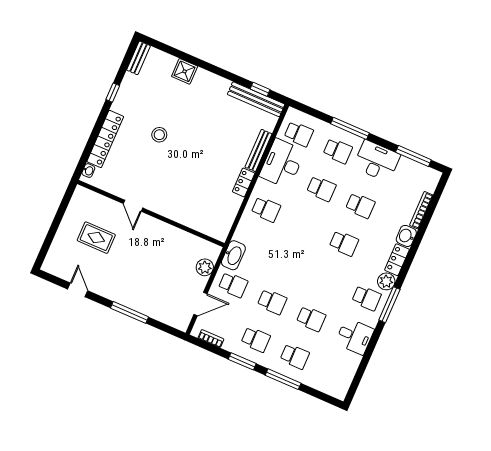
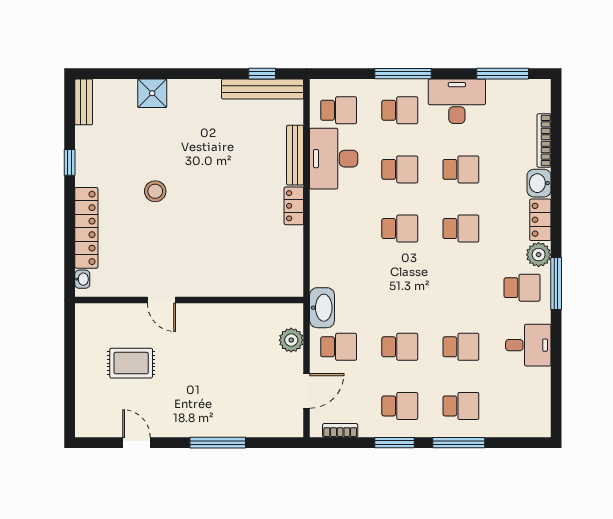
school desk: (266, 209) -> (400, 229), moved

